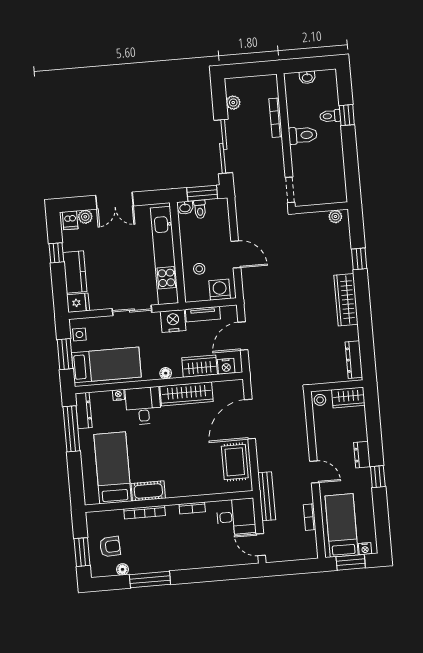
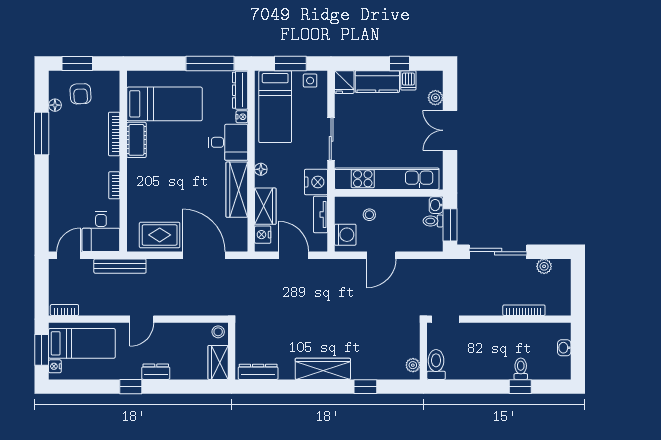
toilet: (303, 135) -> (436, 365), moved, turned 180
dishwasher: (70, 220) -> (408, 80), moved, turned -90
dresser: (84, 411) -> (240, 90), moved, turned 90
bookcase: (310, 517) -> (64, 310), moved

